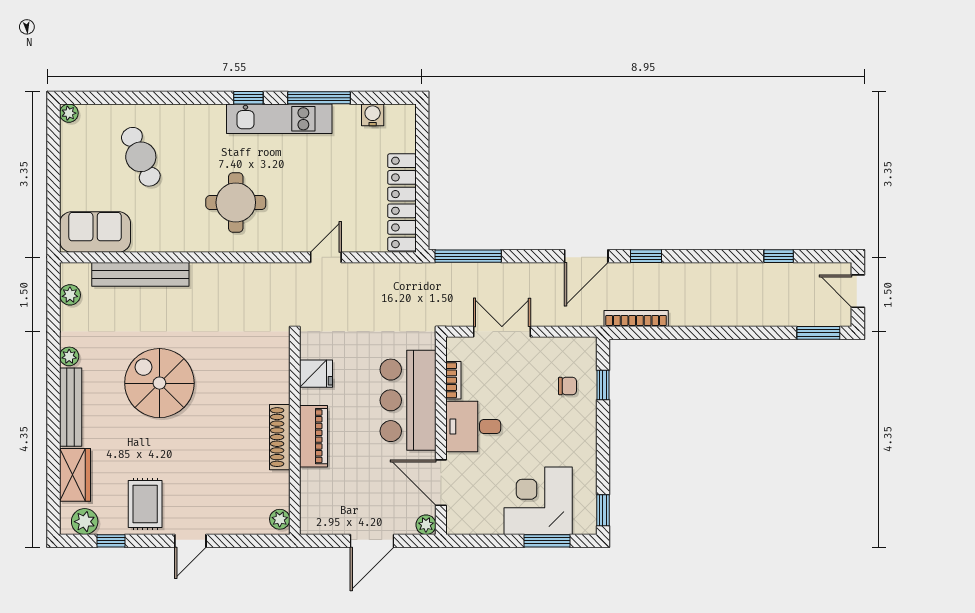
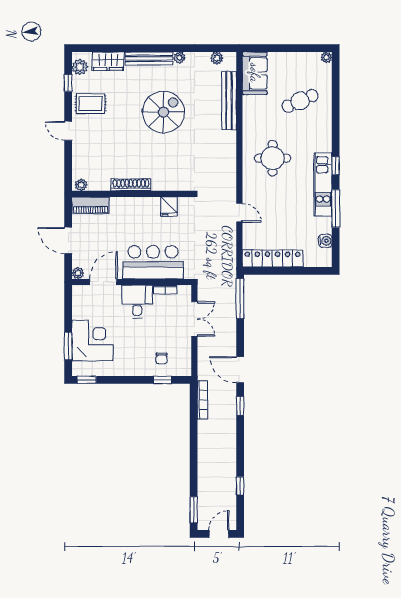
piano: (314, 436) -> (91, 205), moved

